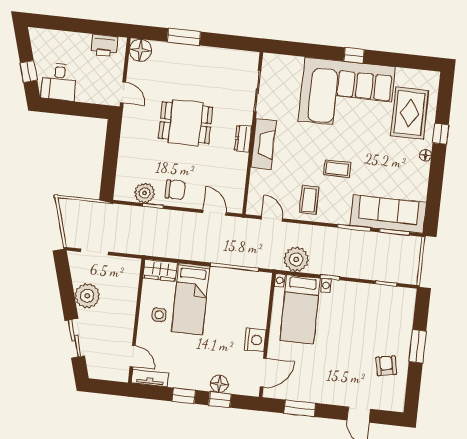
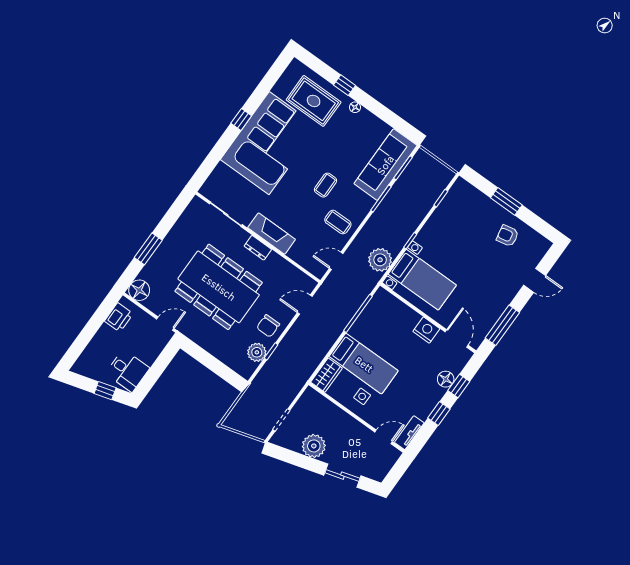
dining table: (186, 123) -> (219, 287), width x1.88, depth x1.24
chair: (175, 190) -> (268, 326), turned 180
window: (300, 408) -> (502, 325), width x1.44

